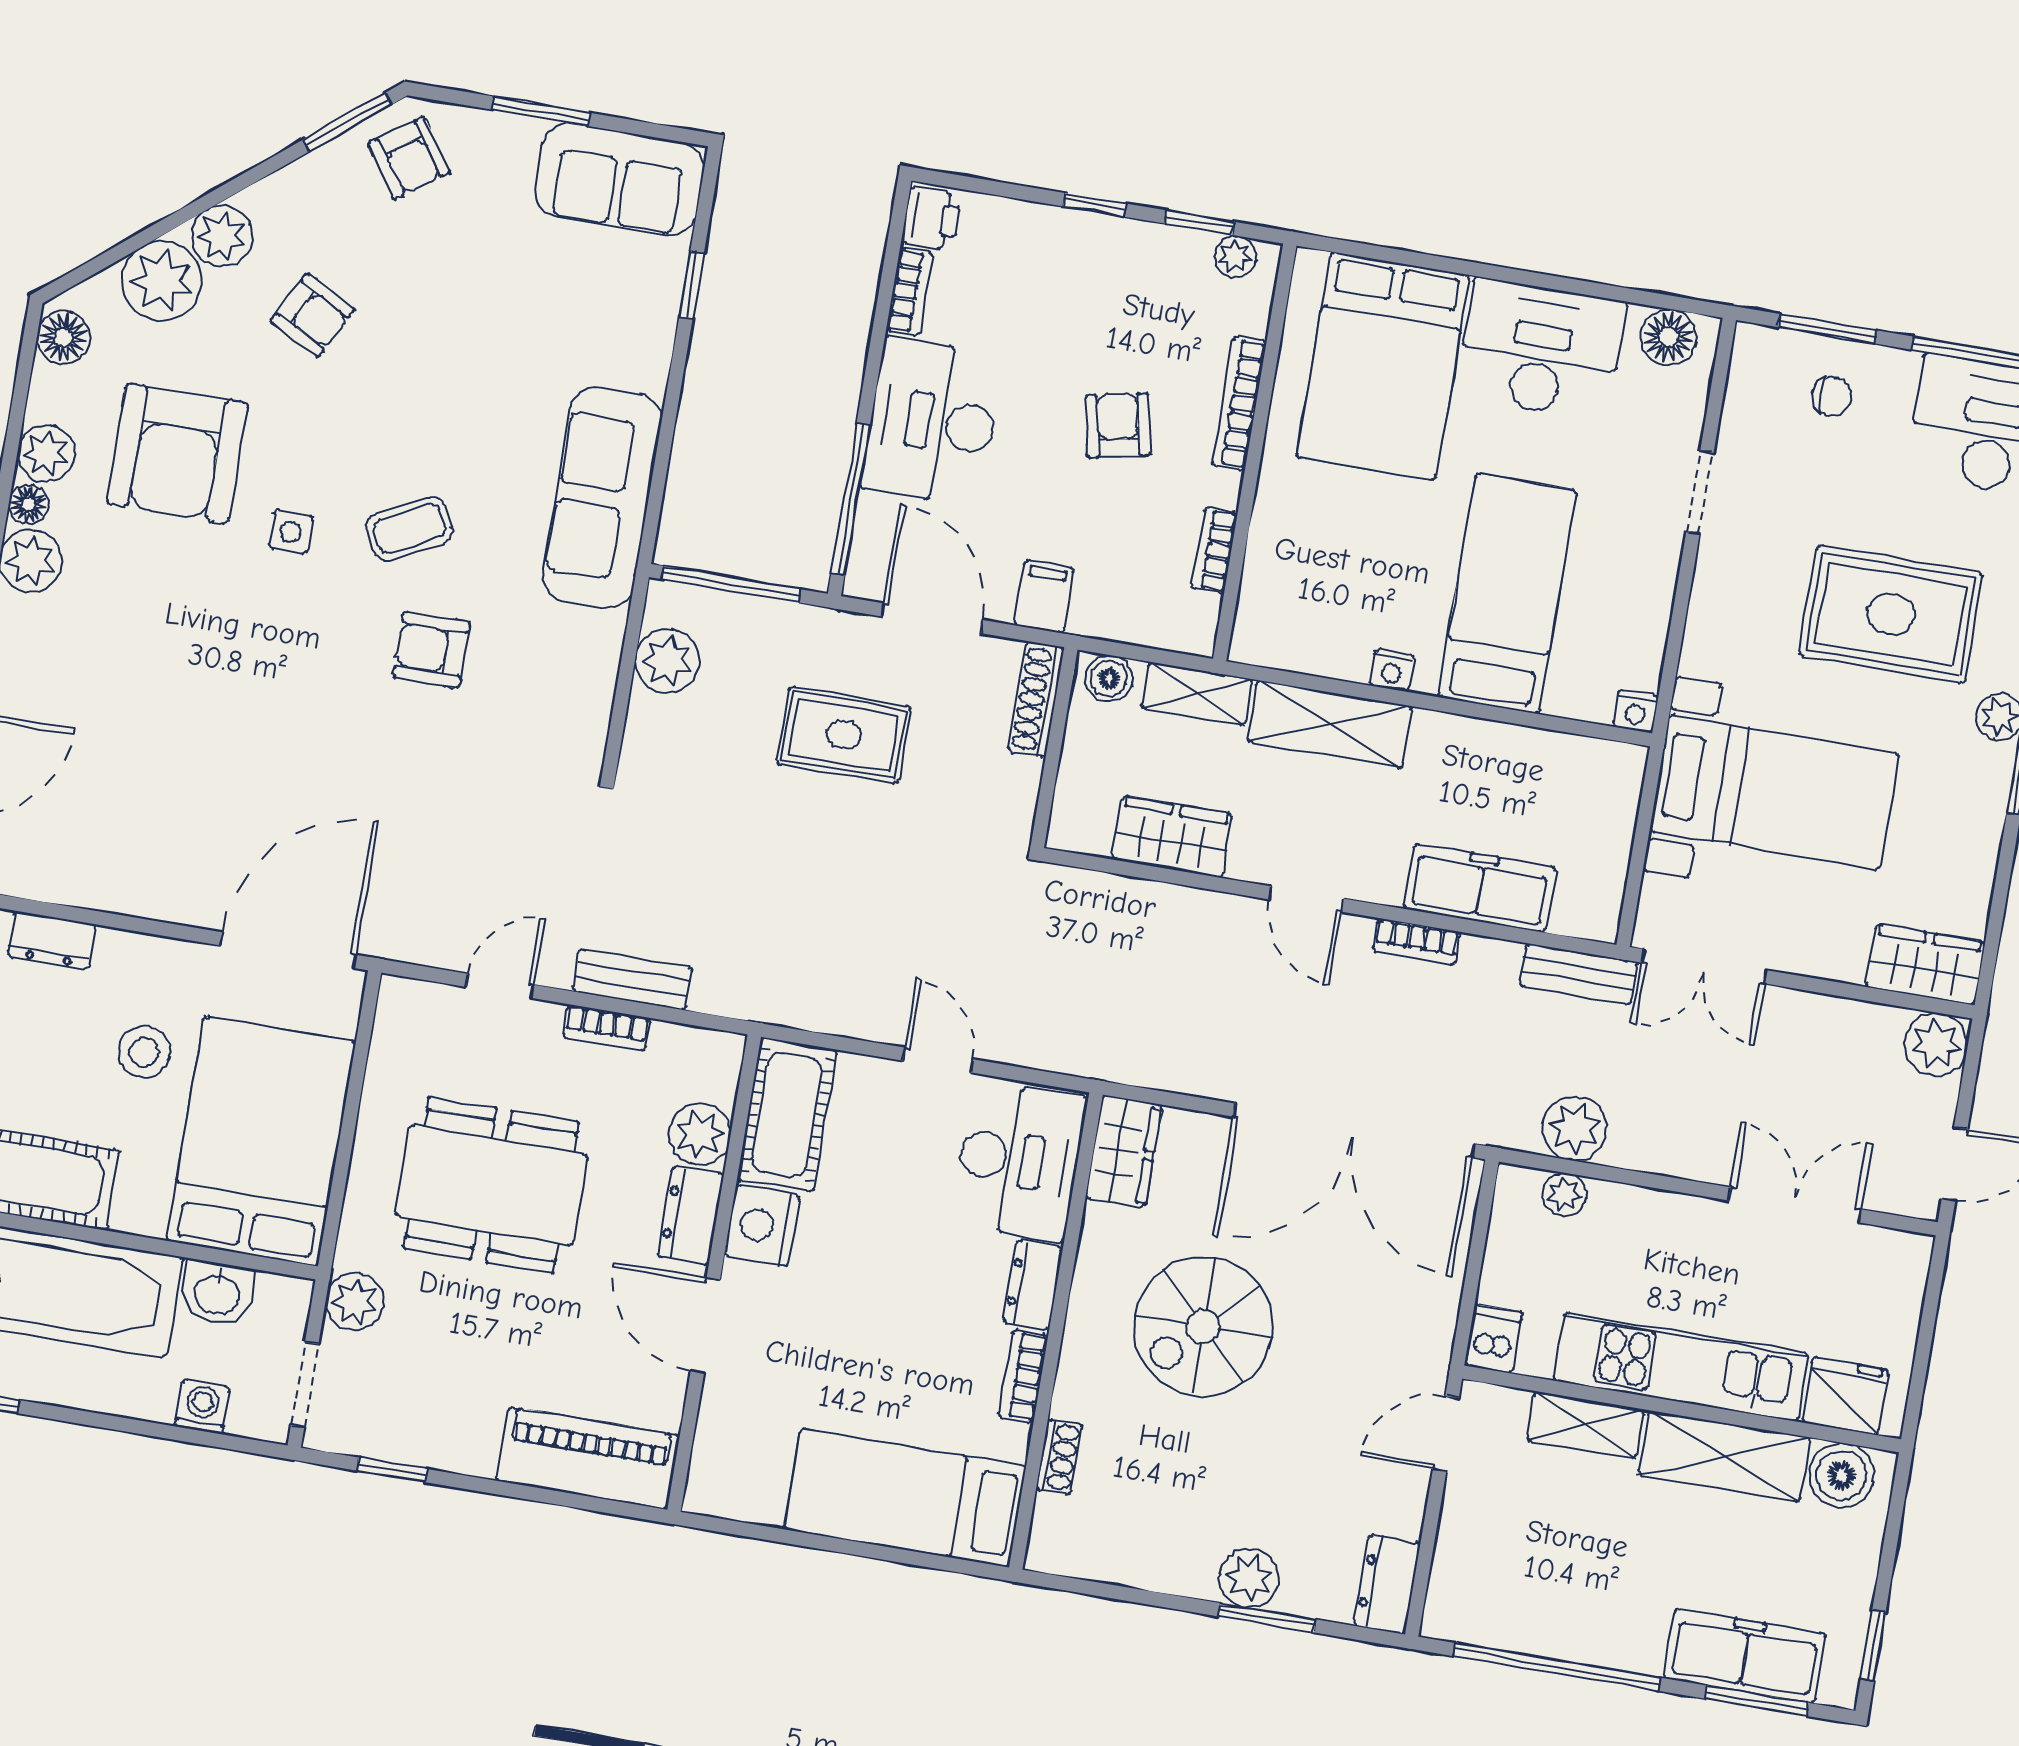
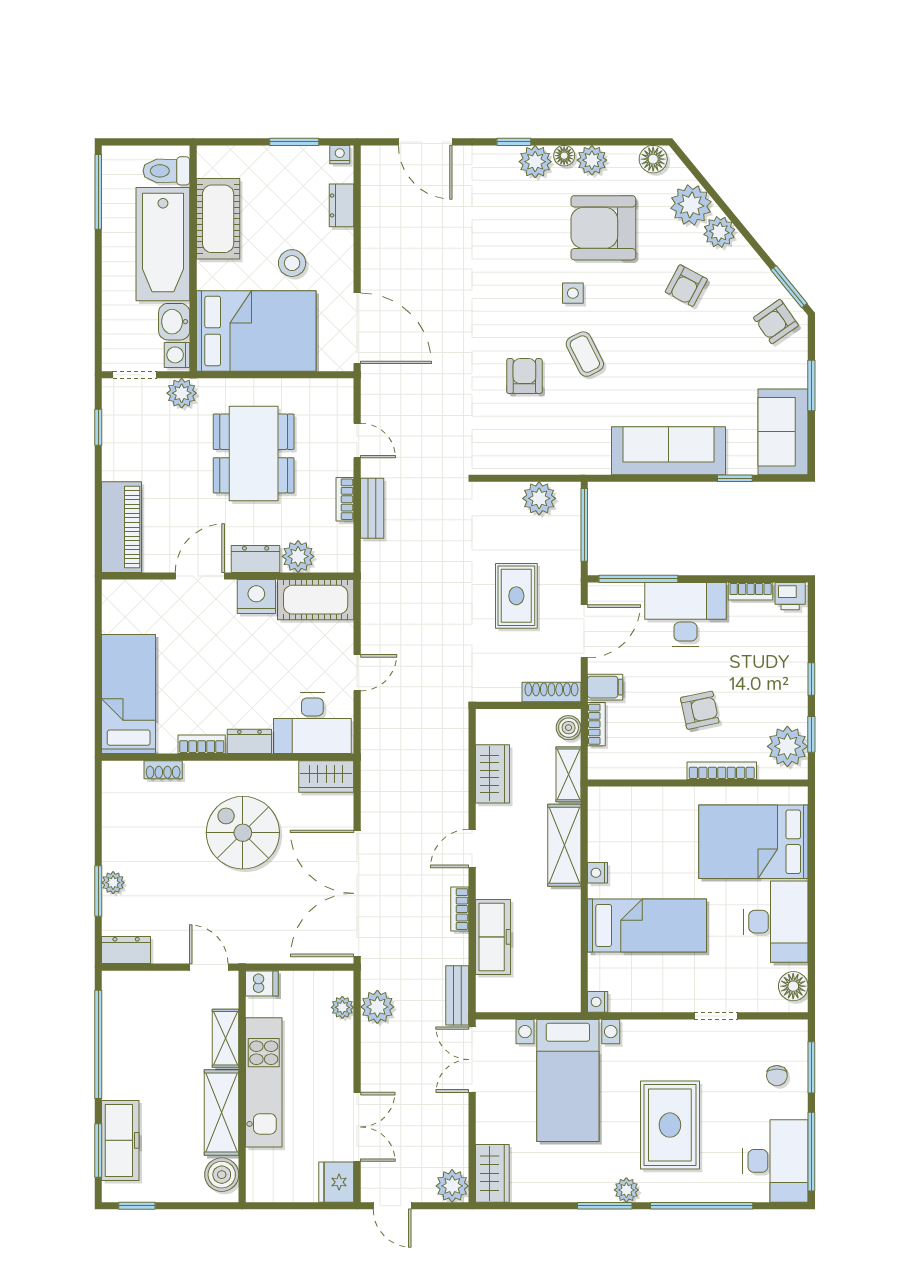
plant: (1235, 257) -> (787, 746), width x1.88, depth x1.88
sofa: (602, 497) -> (668, 451), moved
bookcase: (1215, 550) -> (596, 724), moved, turned 90
fridge: (1845, 1396) -> (336, 1182), moved, turned 180
washing machine: (202, 1407) -> (177, 355), moved, turned 180
plant: (1249, 1578) -> (113, 883), width x0.73, depth x0.73

